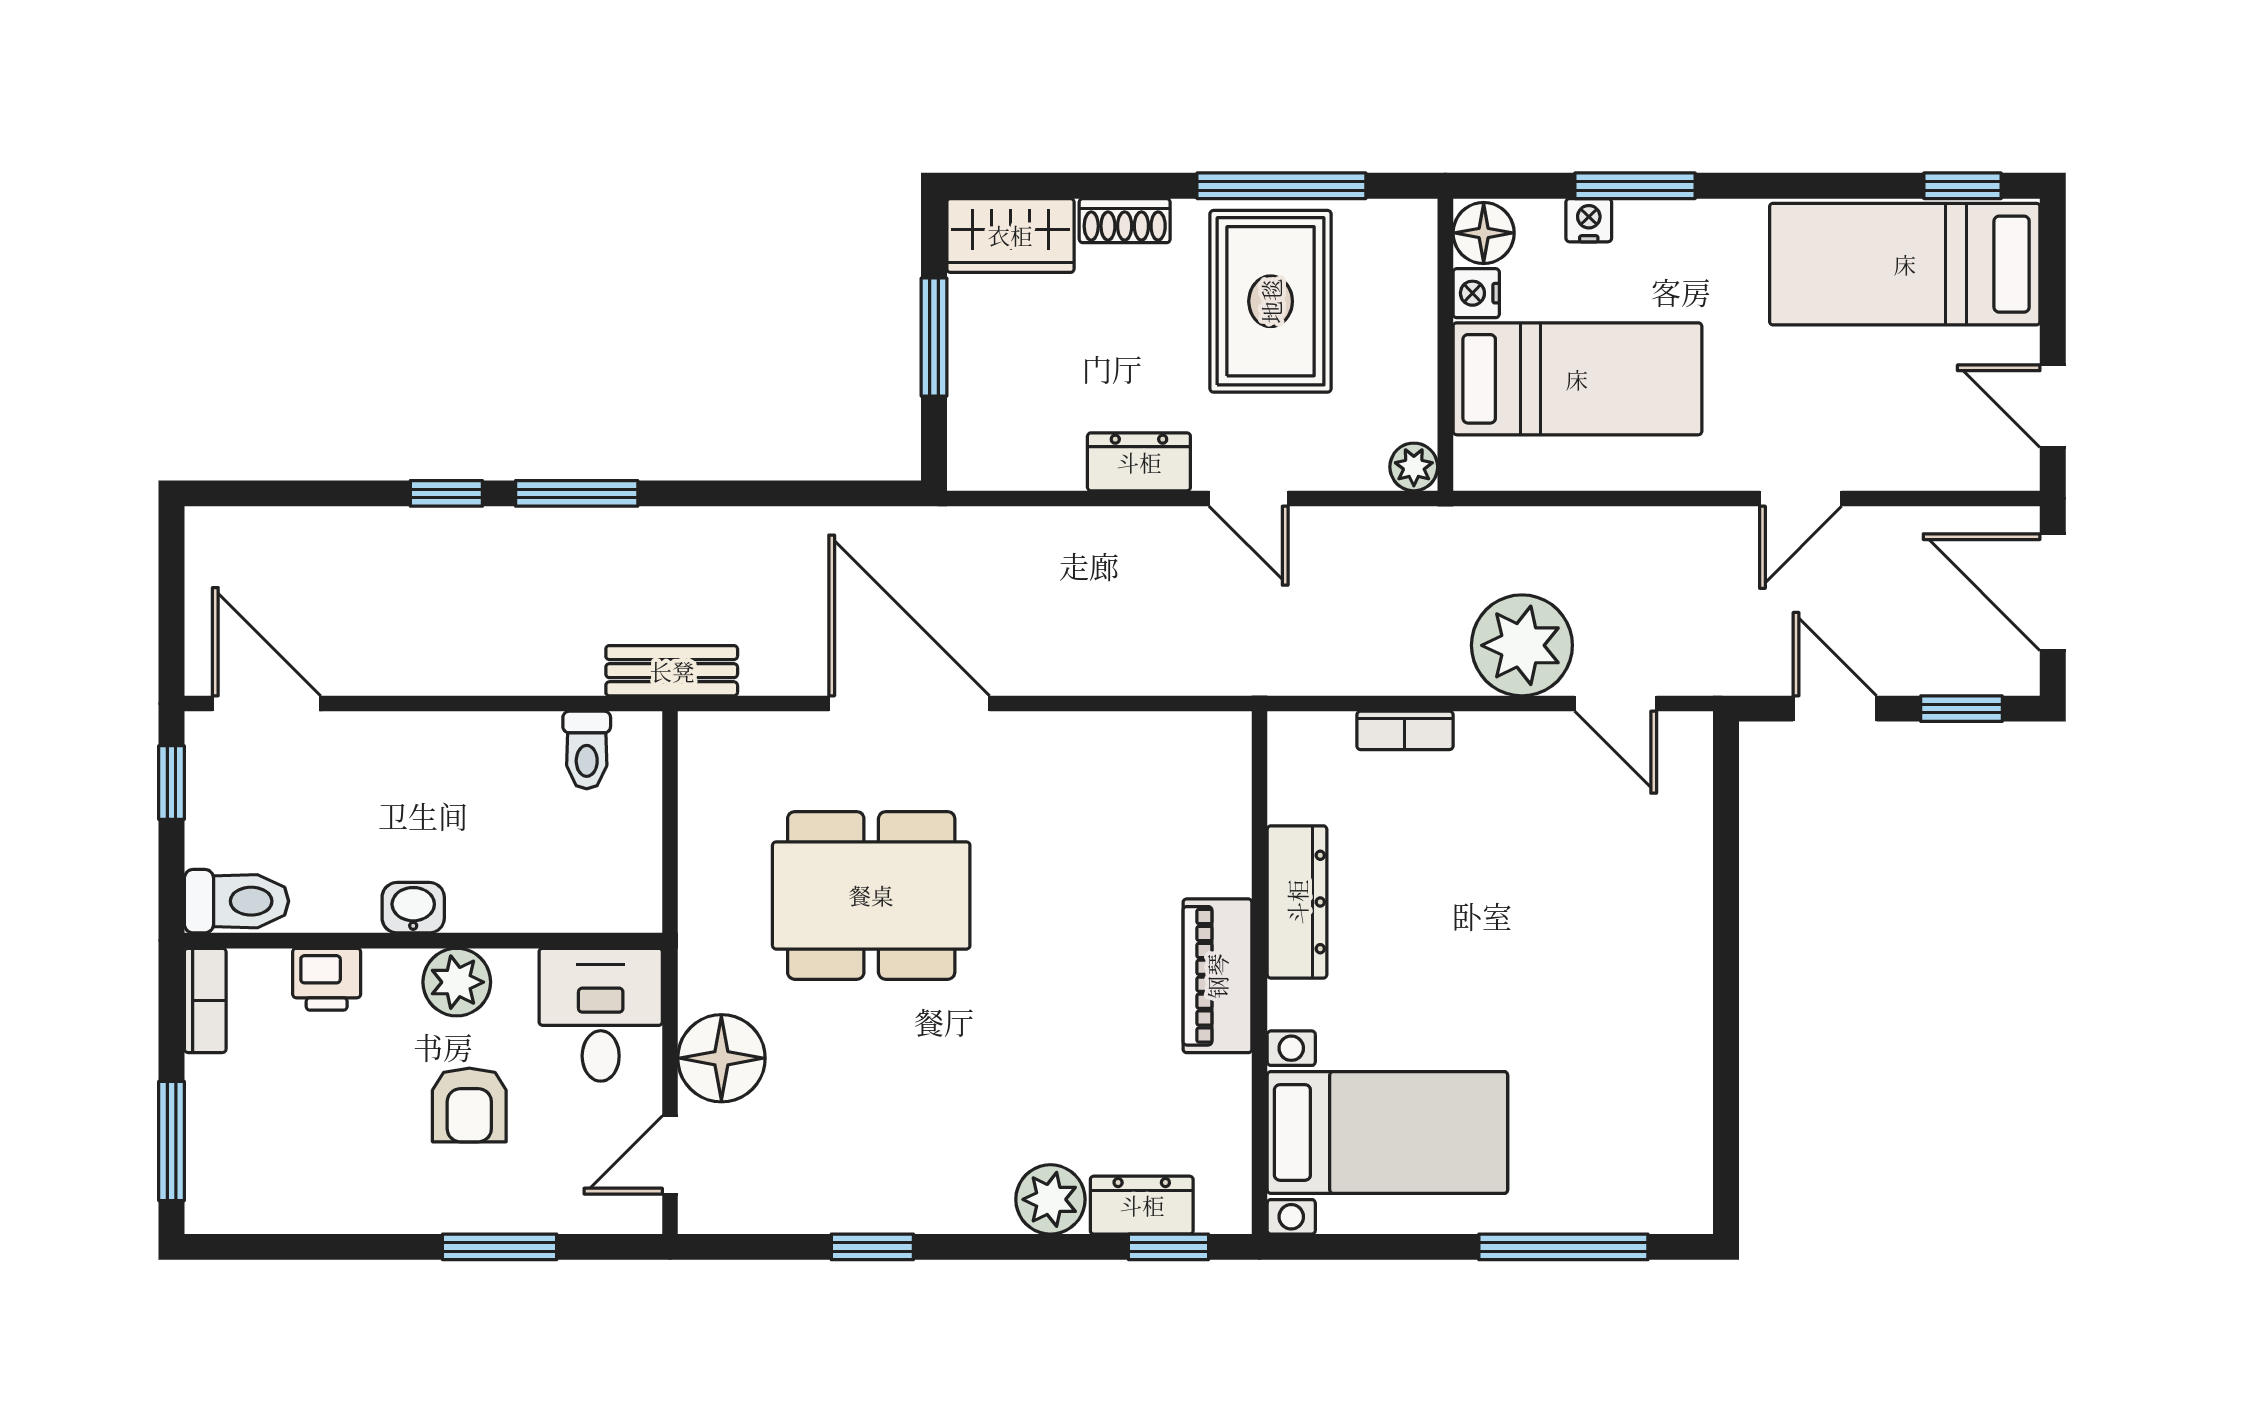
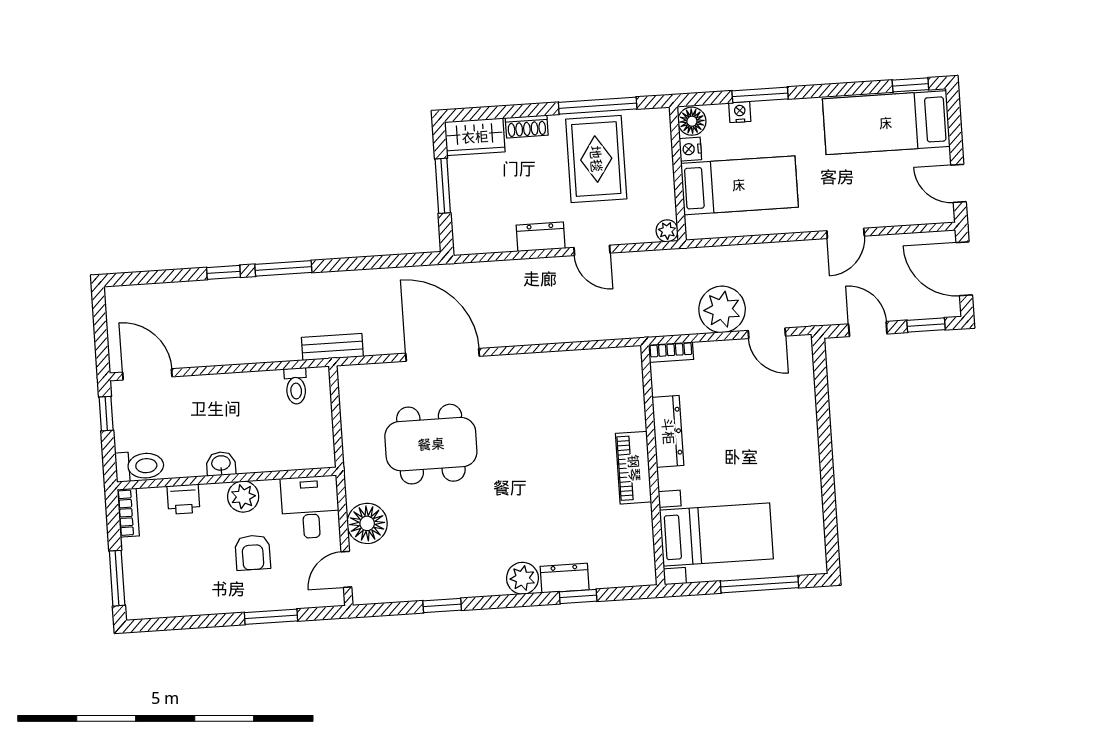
dresser: (1297, 902) -> (668, 431), moved
wall: (1260, 973) -> (653, 465), moved
piano: (1217, 976) -> (634, 468), moved
bed with nightstands: (1387, 1132) -> (716, 534), moved

